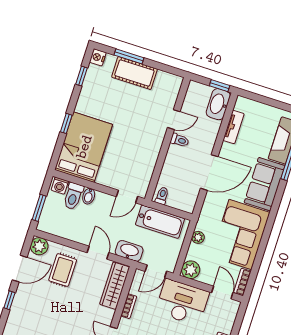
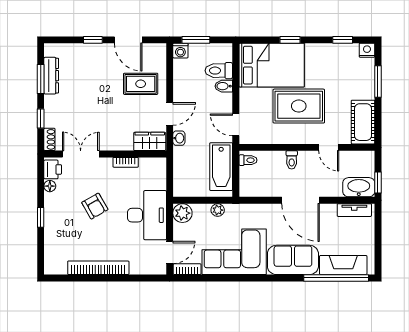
cot: (134, 73) -> (363, 122), moved
tv unit: (234, 127) -> (354, 210), moved
rug: (128, 135) -> (299, 106), added
toilet: (180, 140) -> (292, 160), moved
door: (209, 172) -> (300, 200), moved
washing machine: (60, 186) -> (180, 51), moved, turned -90
plant: (39, 246) -> (157, 52), removed
washbasin: (129, 251) -> (179, 138), width x0.52, depth x0.69
door: (156, 271) -> (170, 178), removed
wardrobe: (115, 286) -> (150, 141), width x0.67

